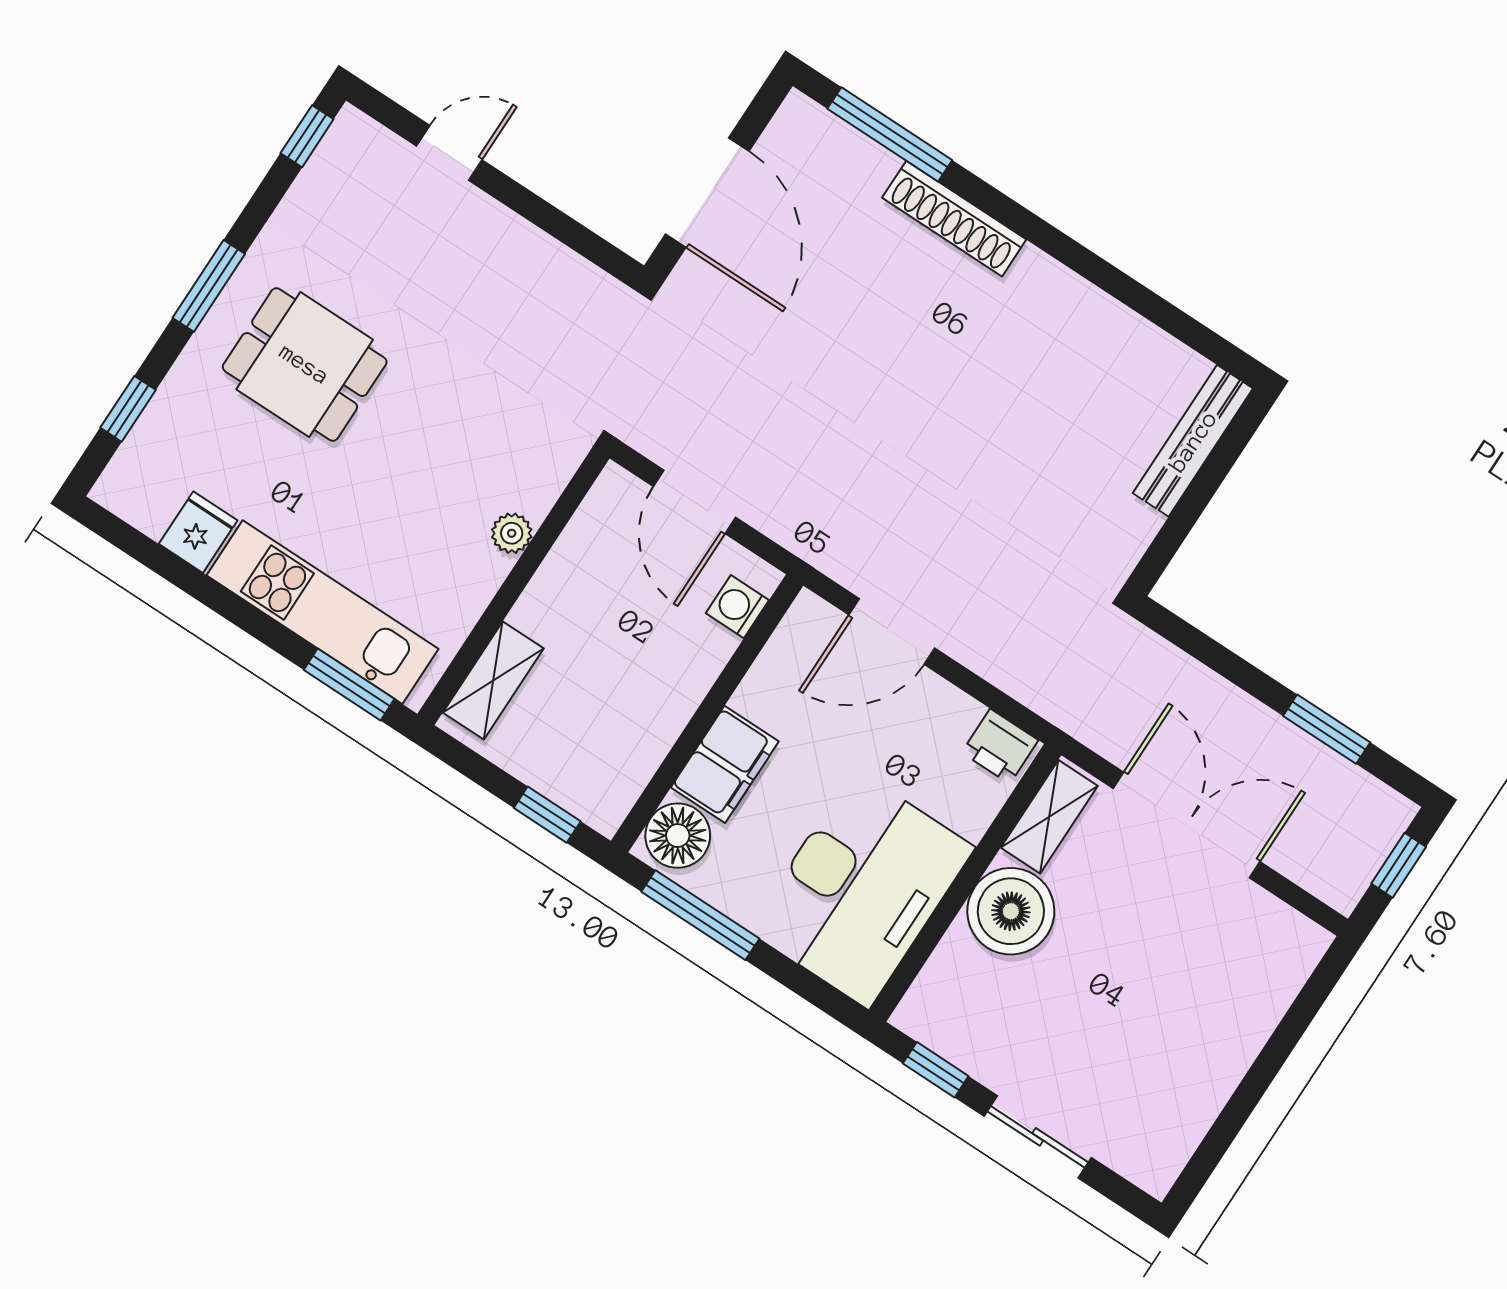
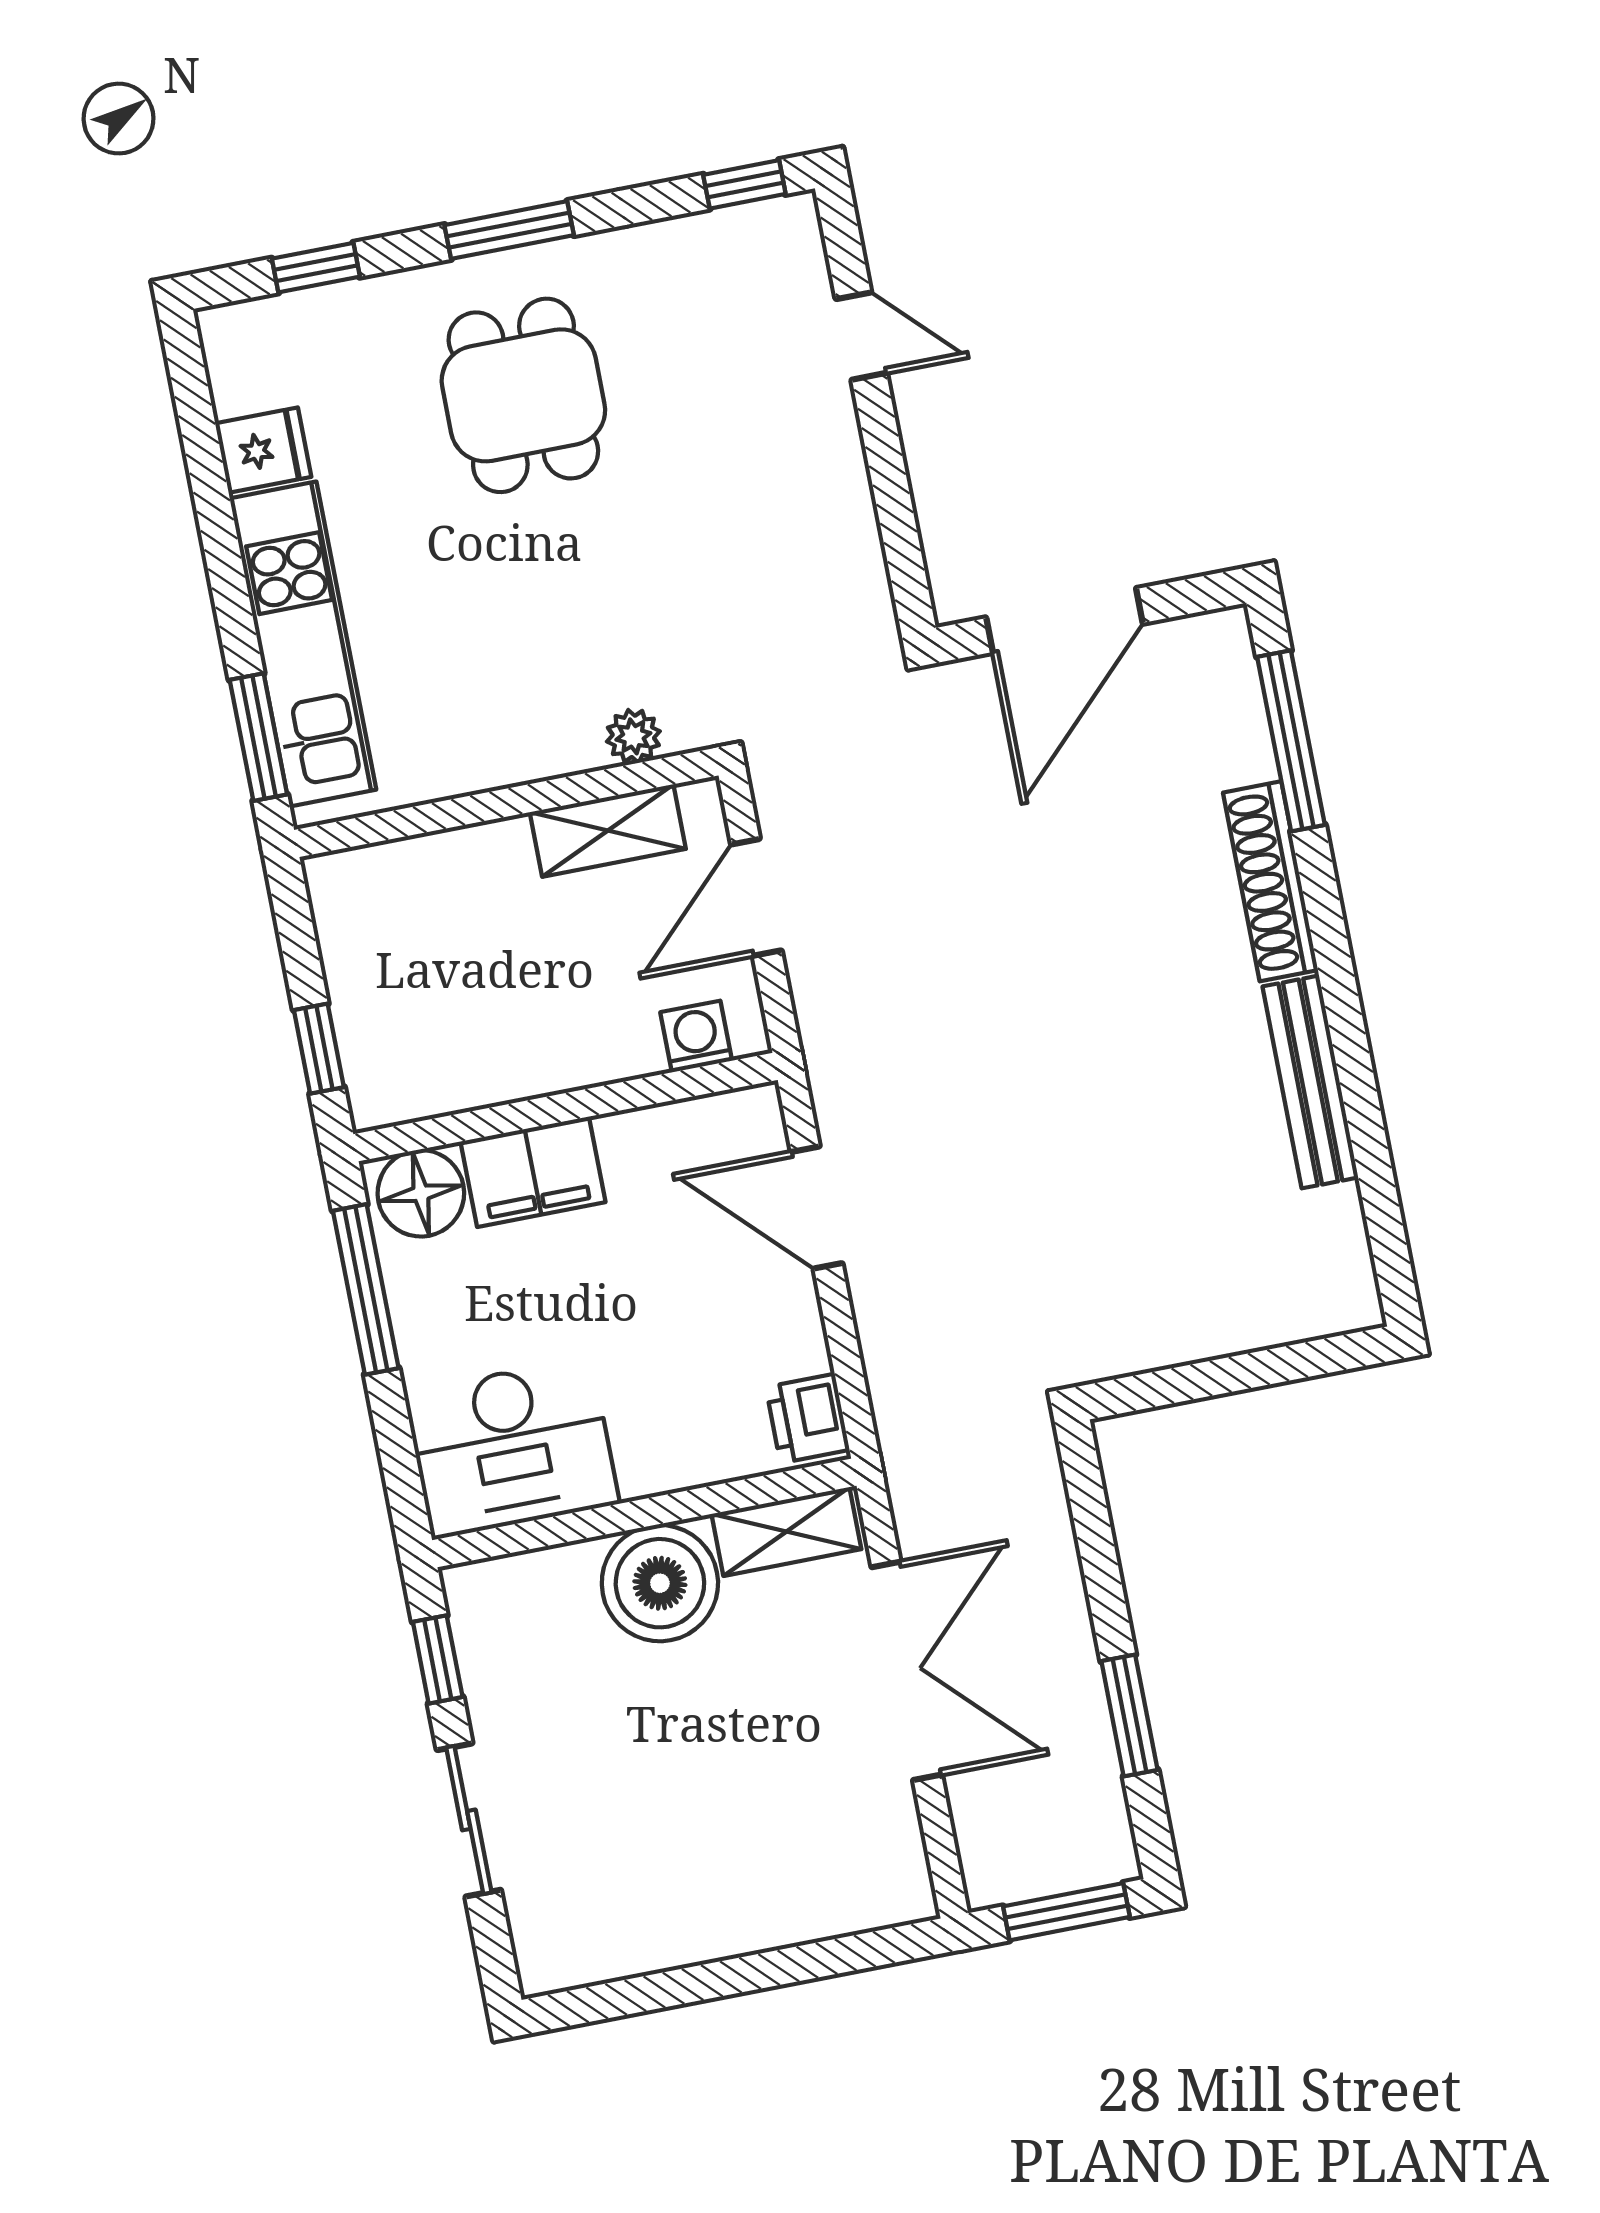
bench: (1193, 441) -> (1310, 1082), moved, turned 90
plant: (512, 533) -> (633, 736), moved
shelving: (493, 680) -> (608, 831), moved
window: (1399, 865) -> (1066, 1912), width x1.50
desk: (861, 889) -> (512, 1448), width x0.73, depth x0.77

